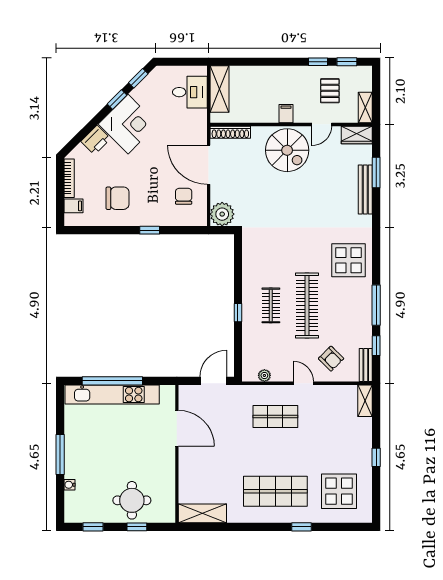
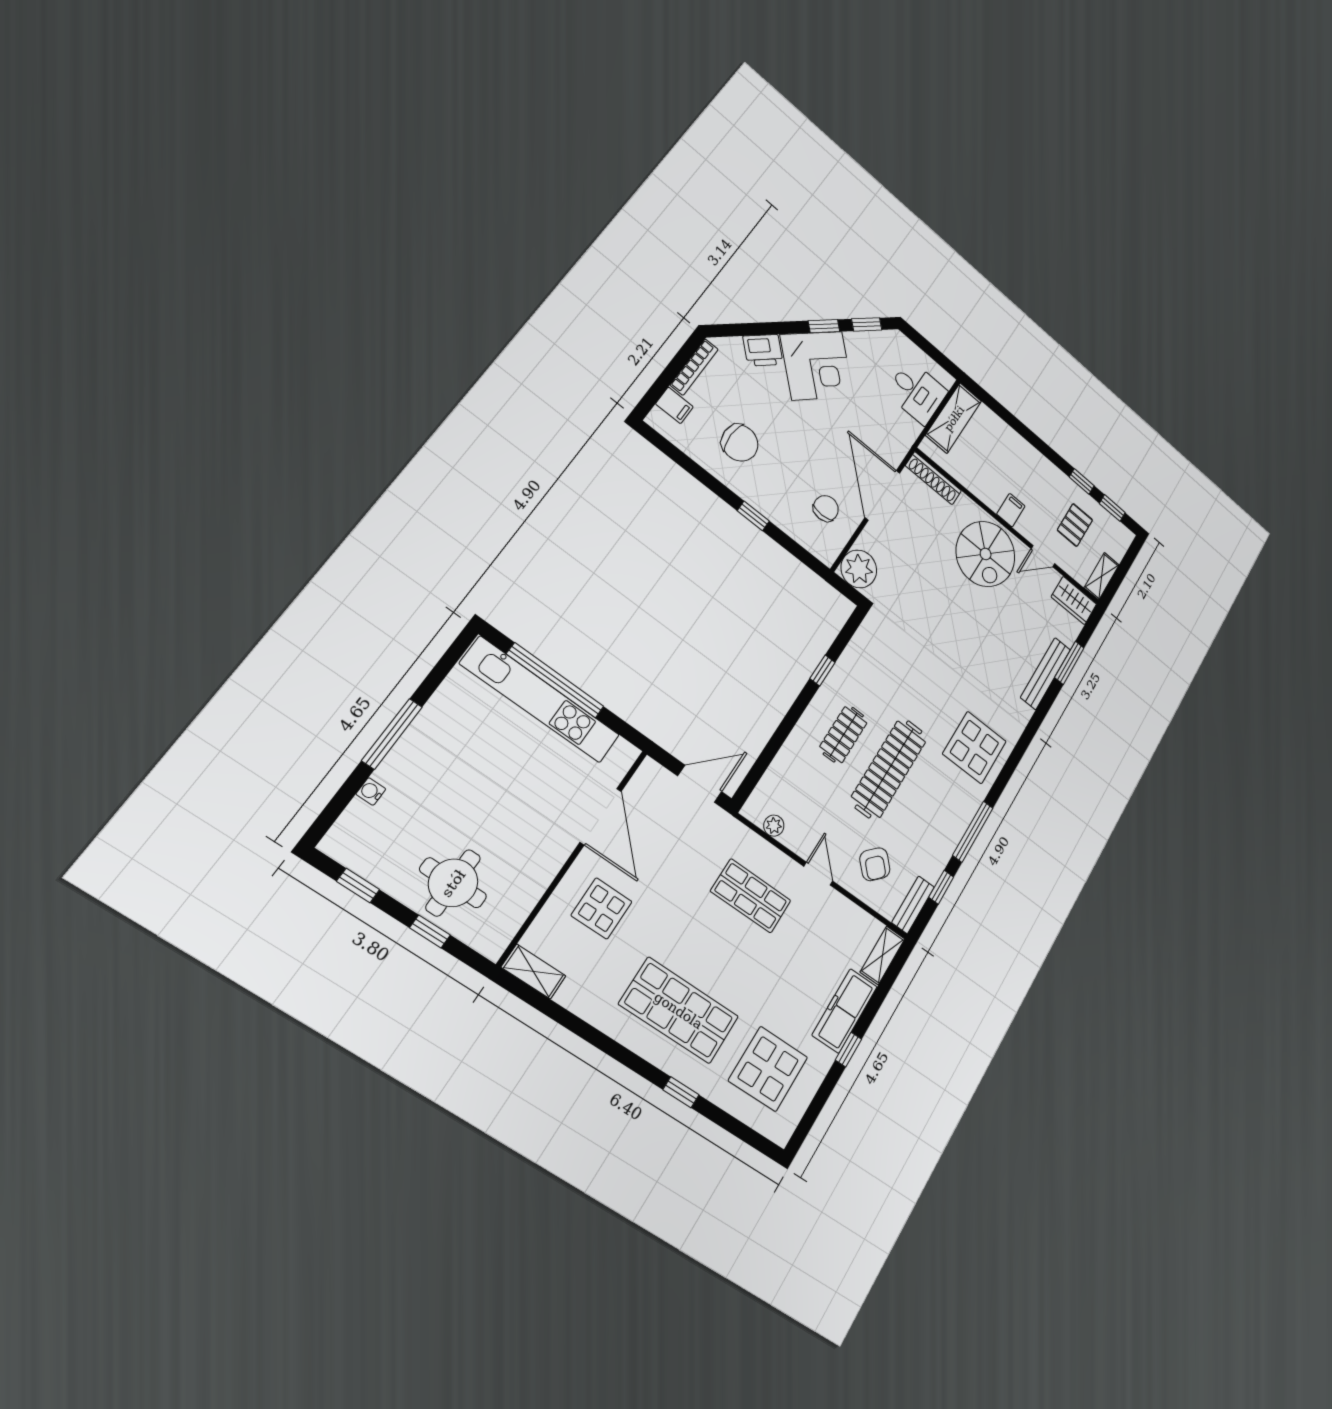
window: (238, 313) -> (822, 670), moved
freezer: (362, 440) -> (845, 1011), added
display table: (206, 469) -> (602, 908), added
shelving: (202, 513) -> (534, 972), width x0.67, depth x0.75

